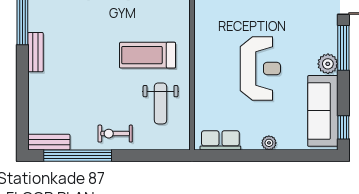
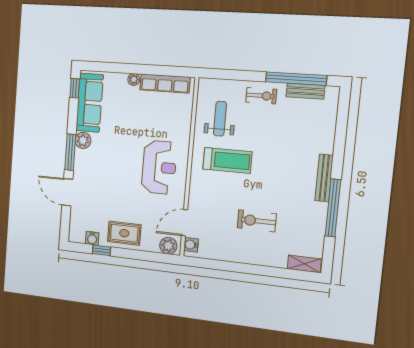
bench: (35, 52) -> (324, 178), width x1.36
reception desk: (260, 69) -> (159, 167), moved, turned 180
row of seats: (220, 140) -> (165, 83), width x1.48
bench: (49, 142) -> (305, 91), moved

